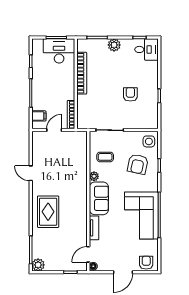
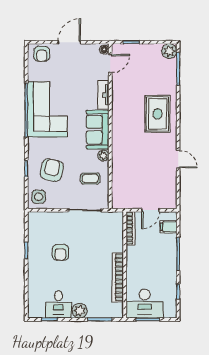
desk: (147, 49) -> (58, 304), moved, turned -90

